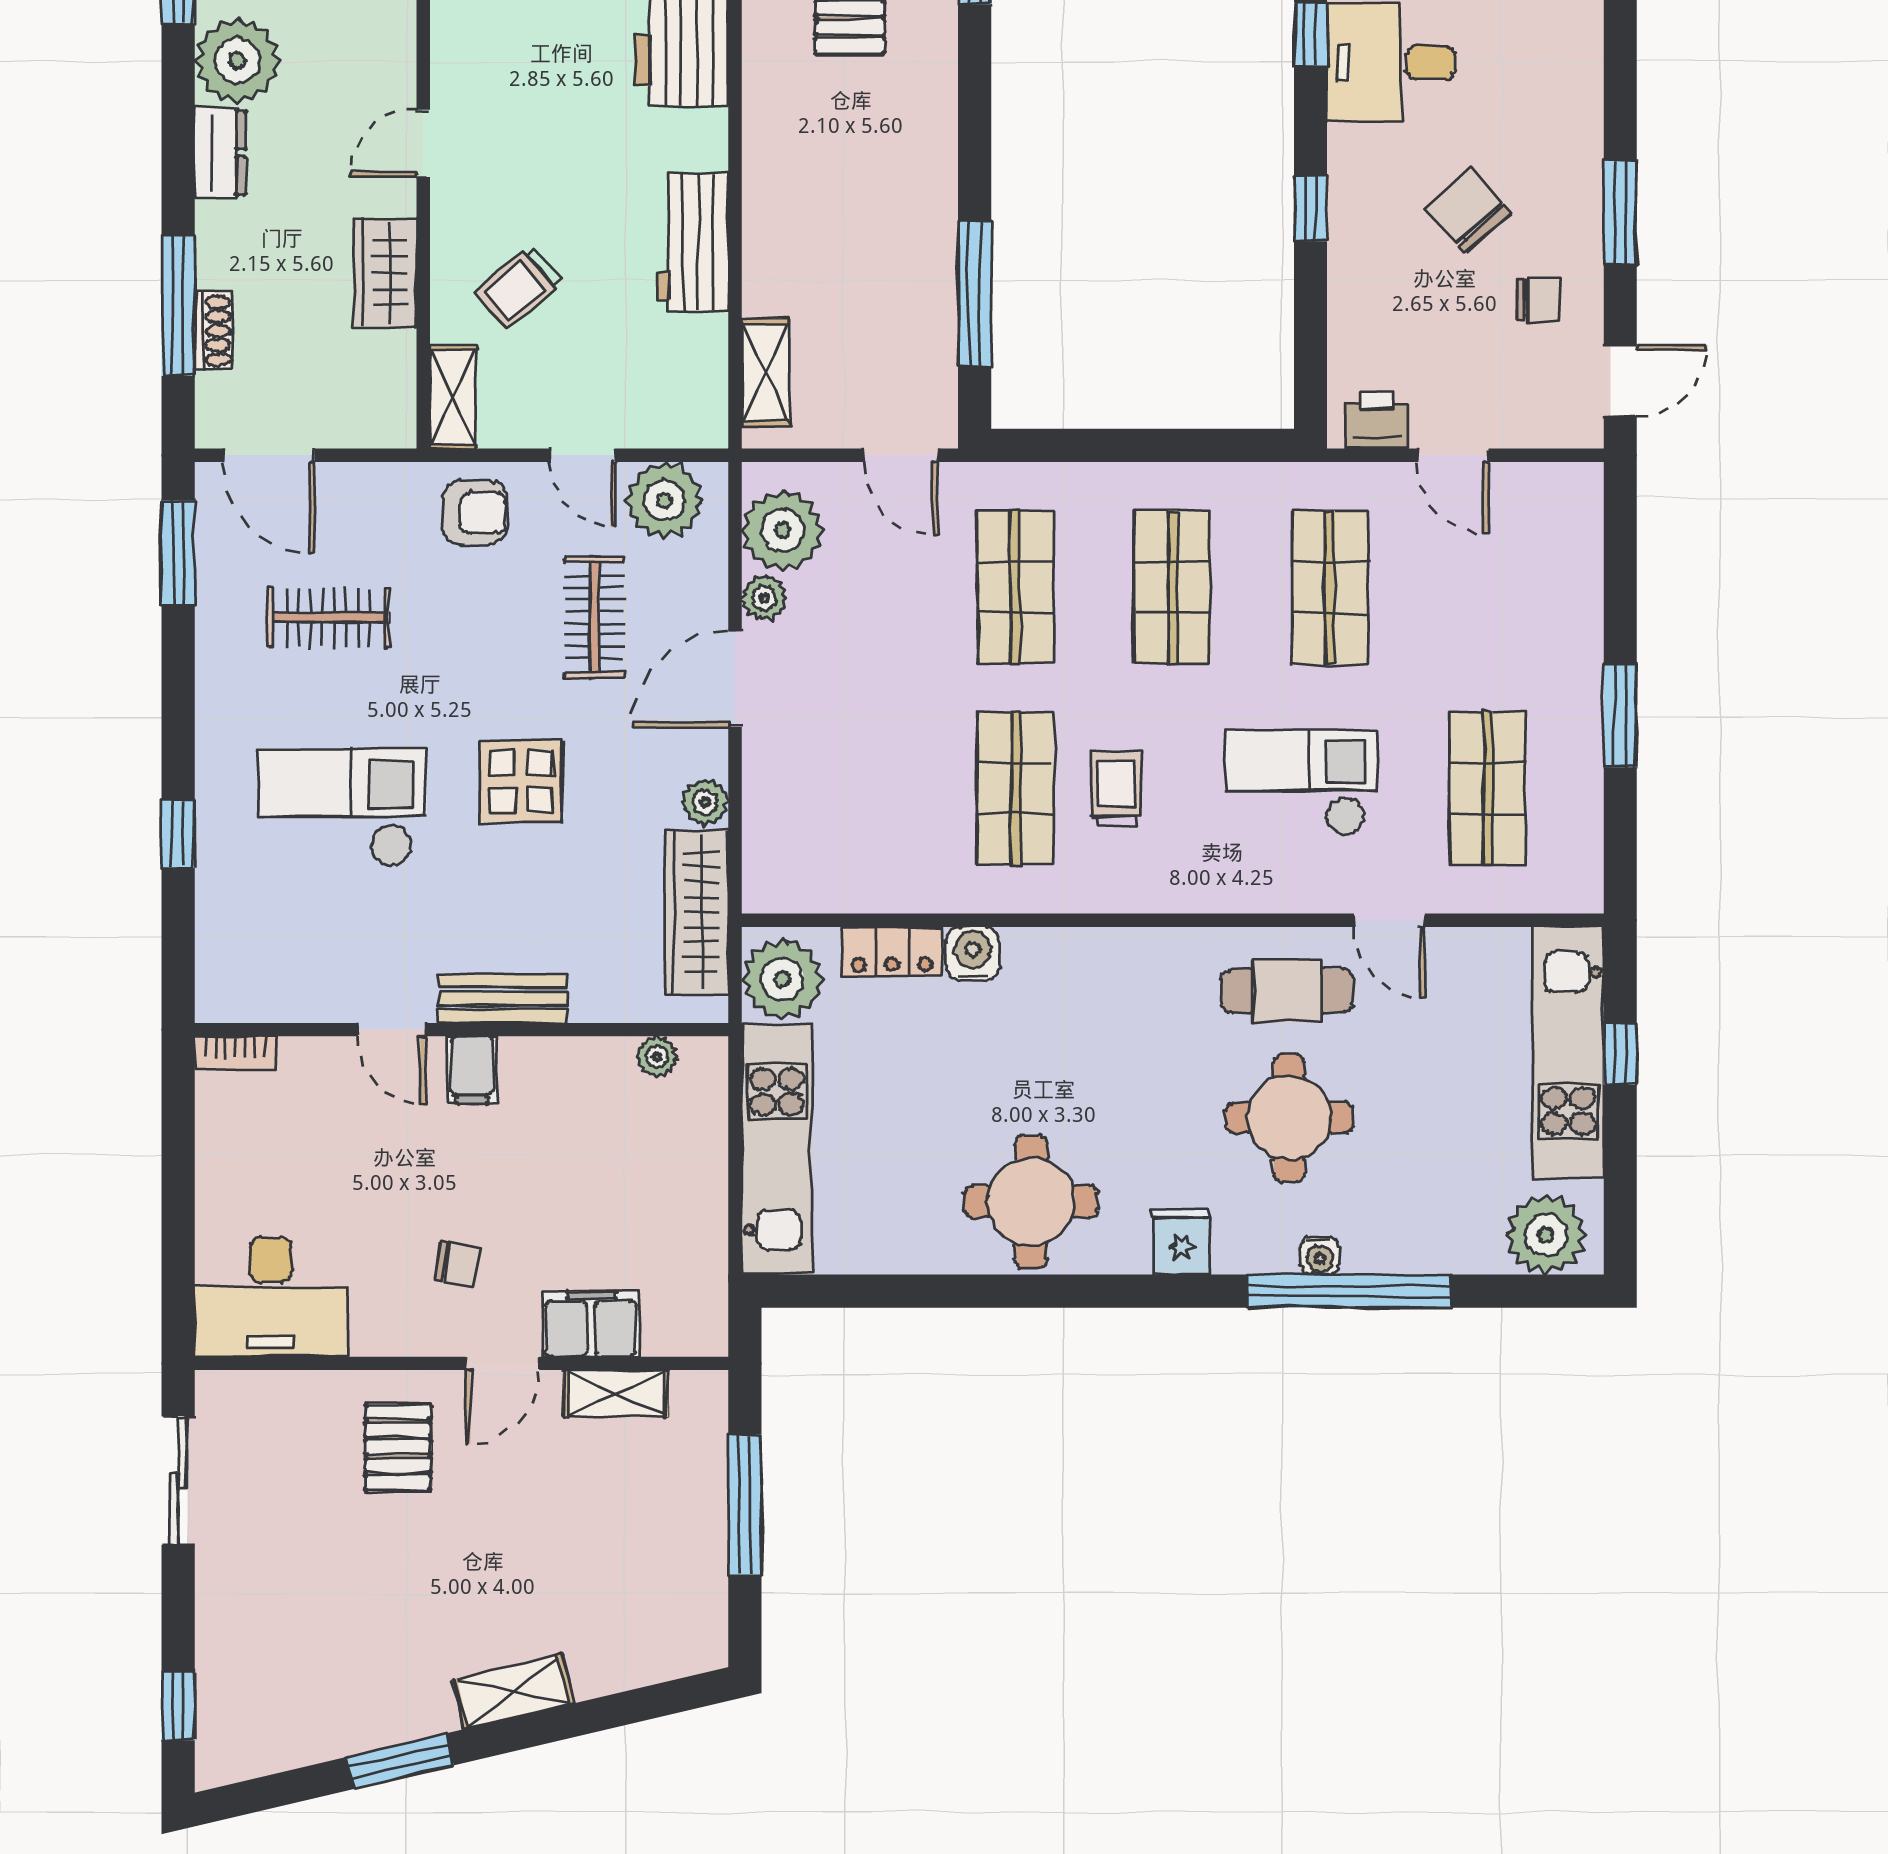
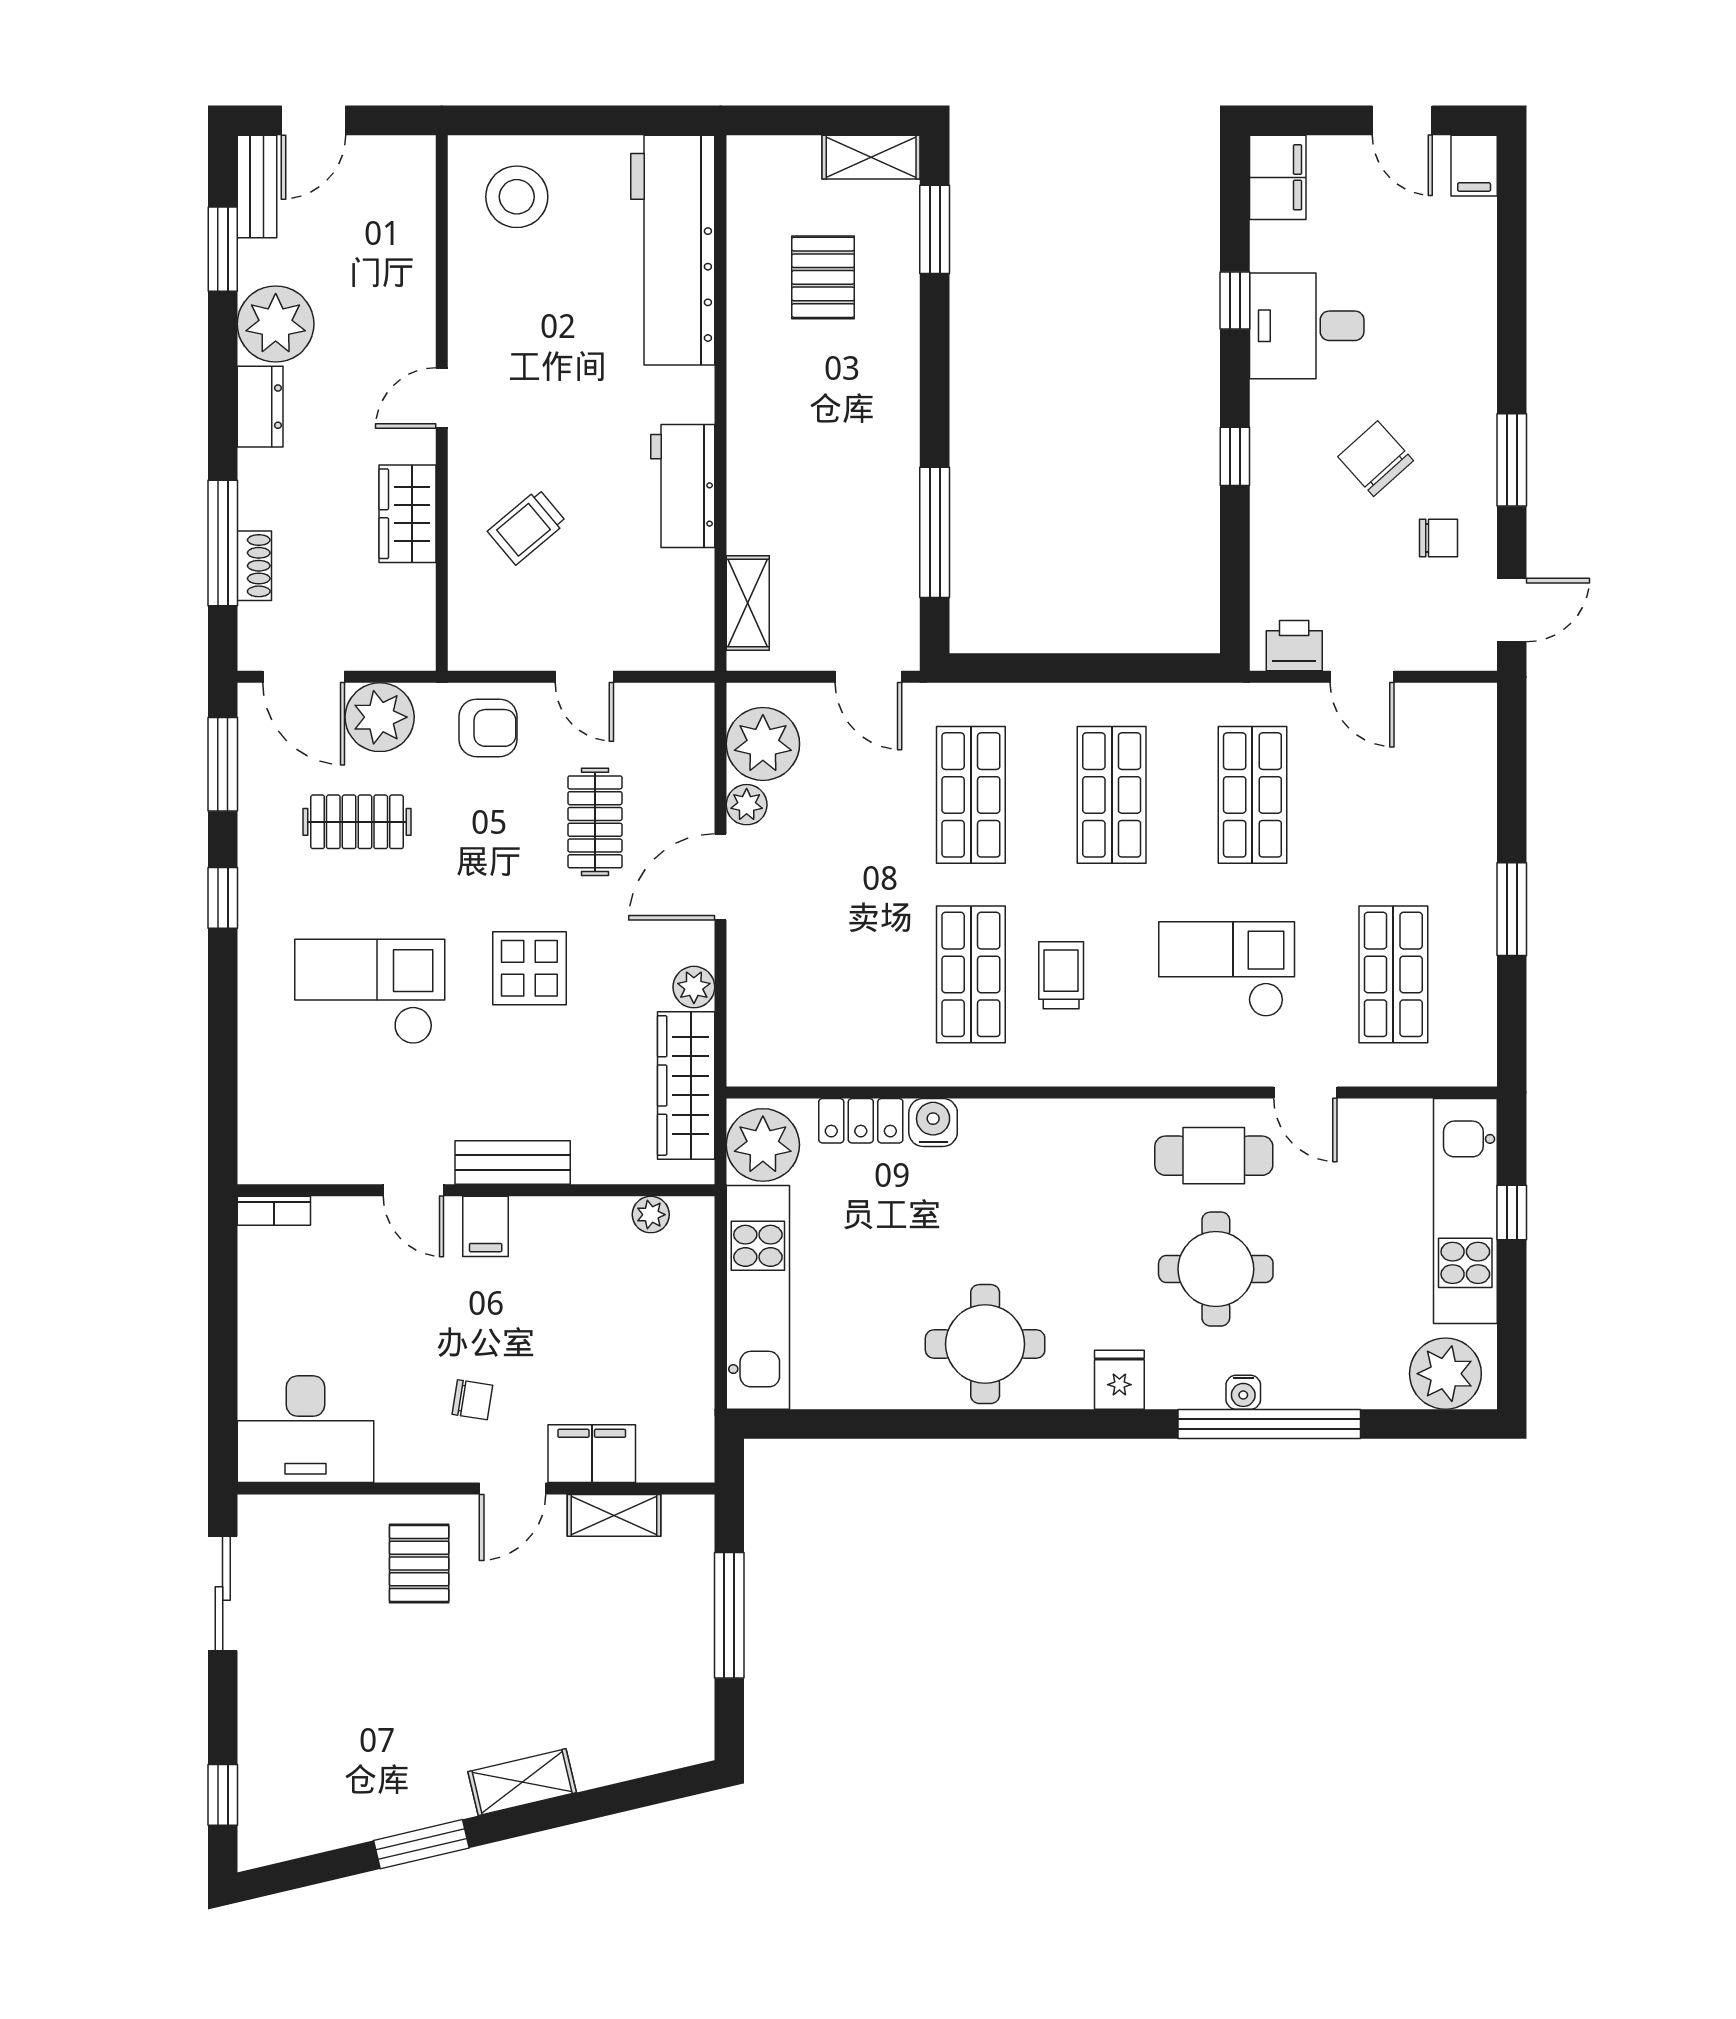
shelving: (453, 397) -> (468, 625), removed
plant: (664, 500) -> (380, 717), moved
window: (178, 834) -> (223, 898), moved

